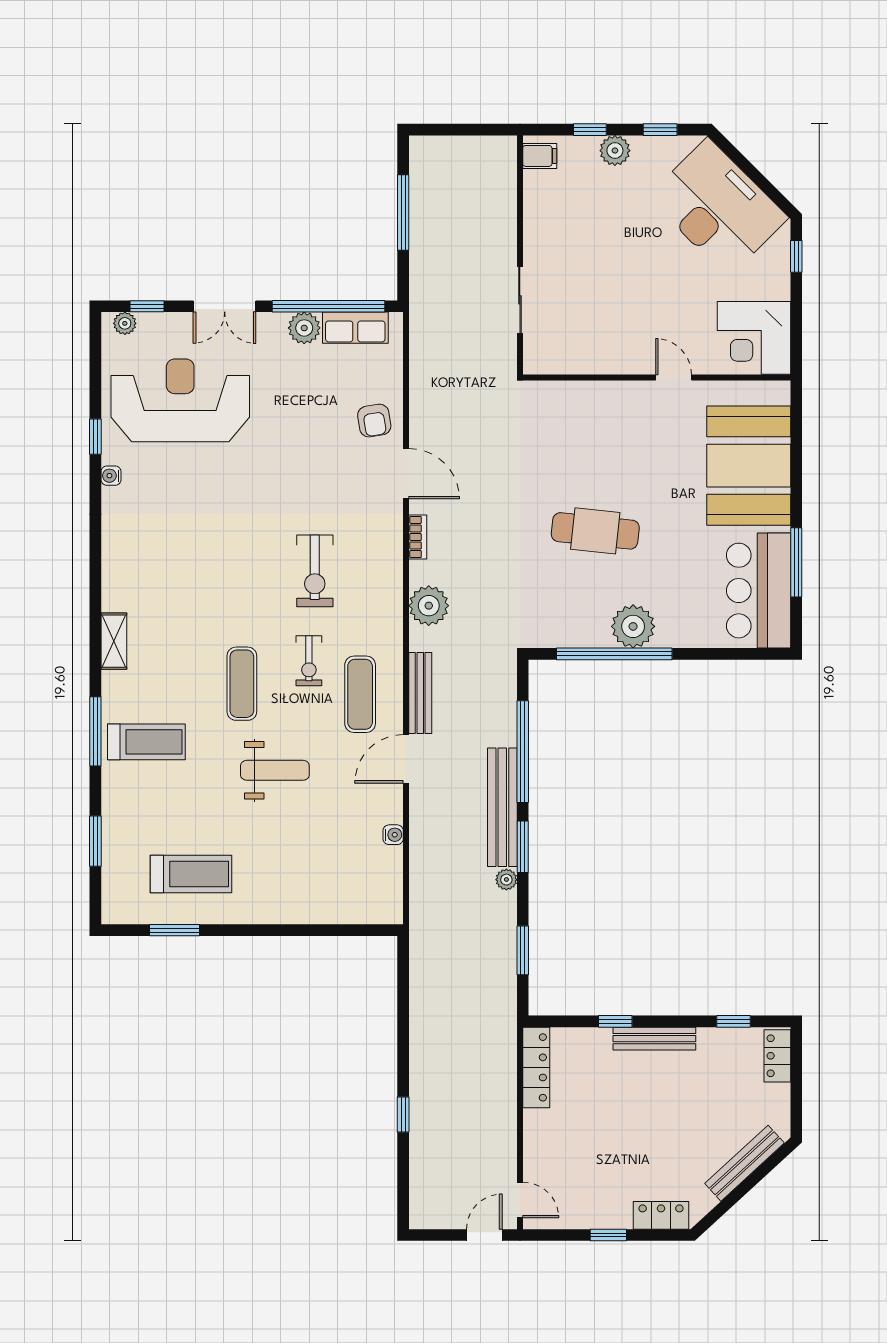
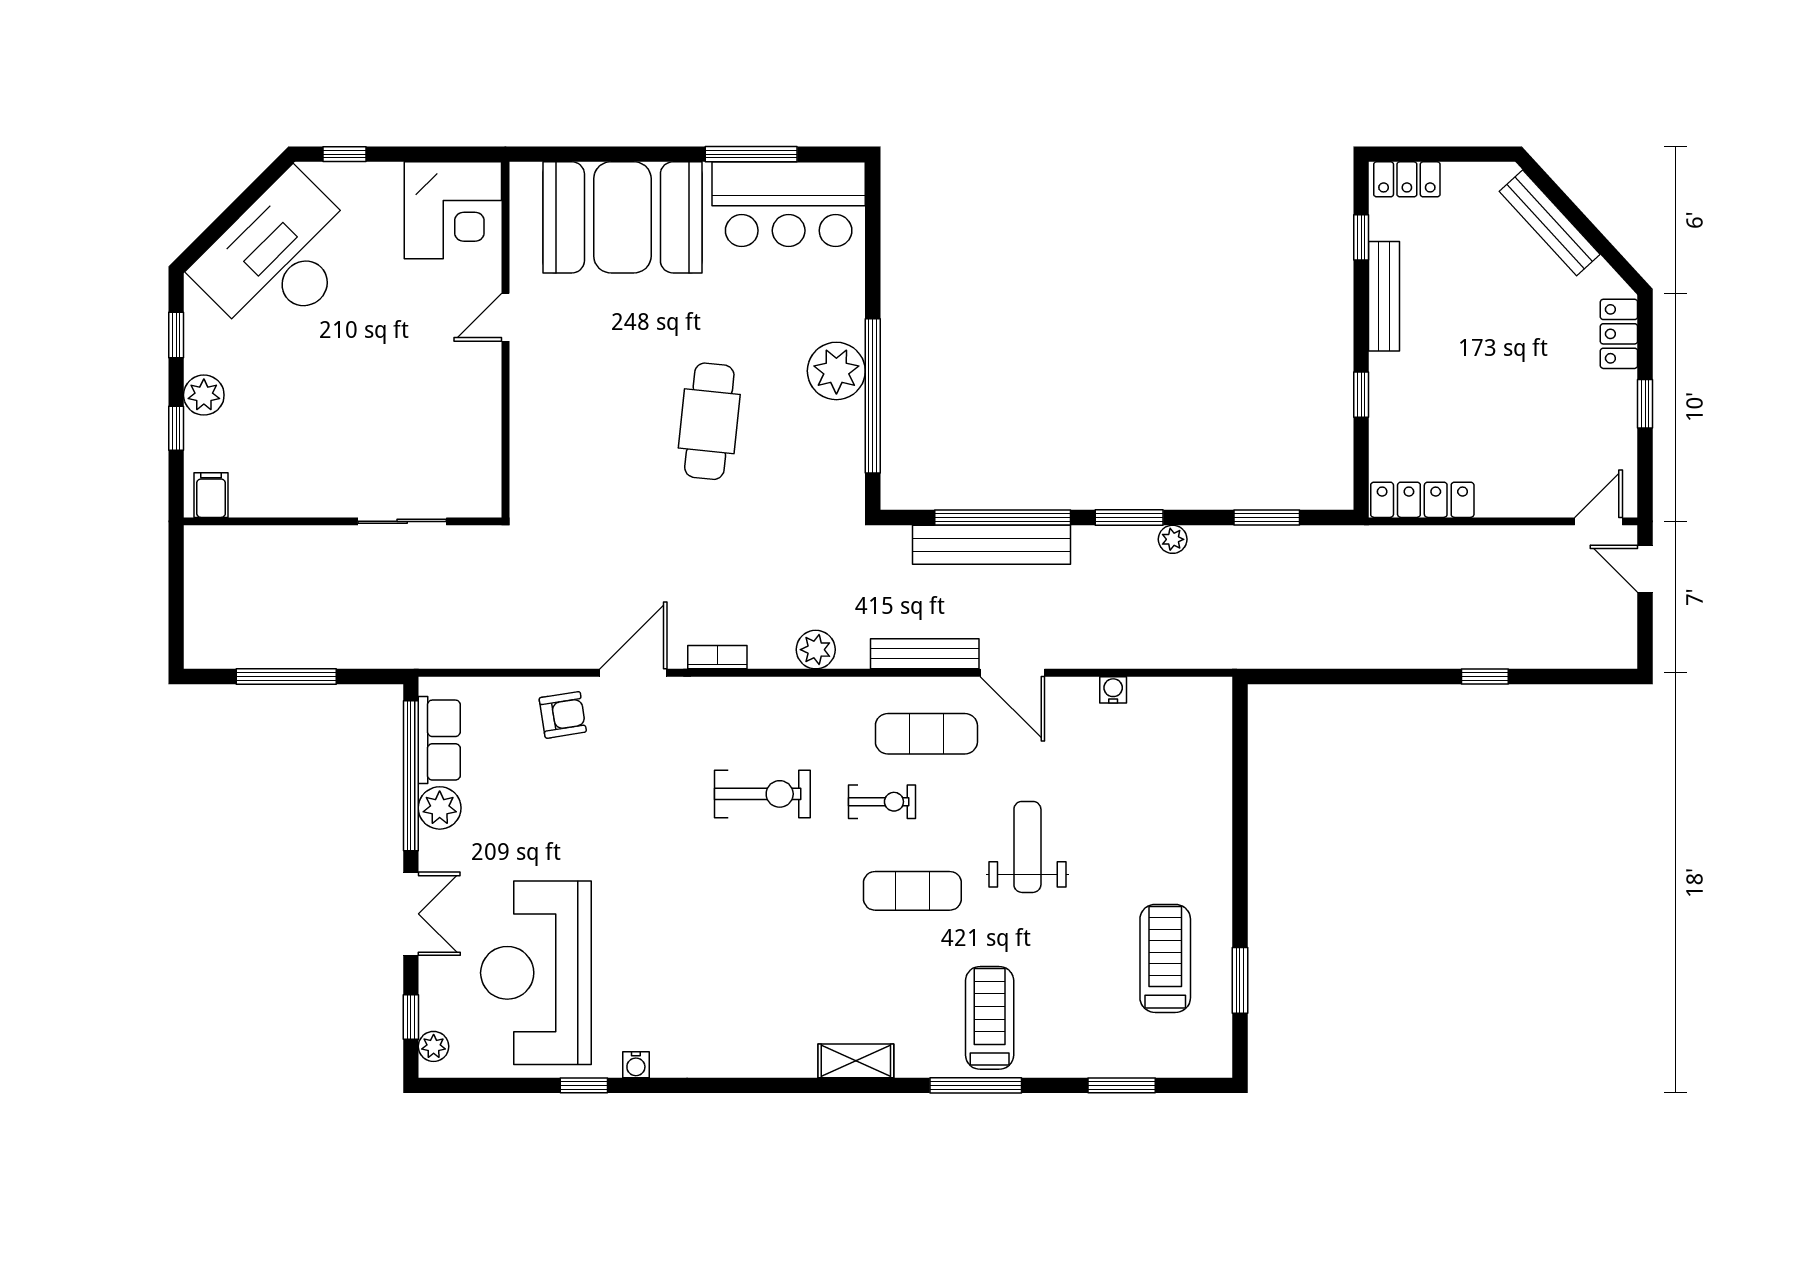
plant: (429, 606) -> (816, 650), width x0.73, depth x0.73
bench: (502, 807) -> (991, 545), moved
bench: (654, 1039) -> (1384, 296), moved

